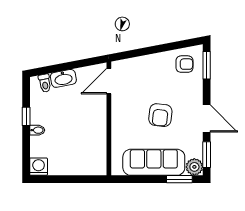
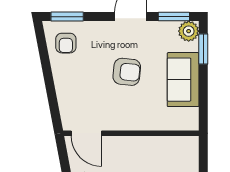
armchair: (184, 64) -> (66, 43), turned 180
sofa: (154, 162) -> (183, 80), width x0.73

